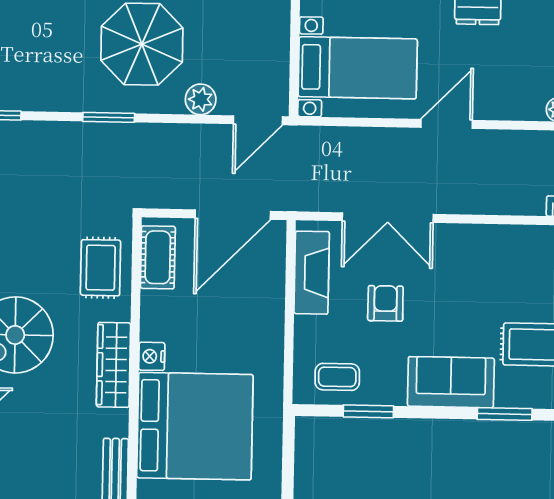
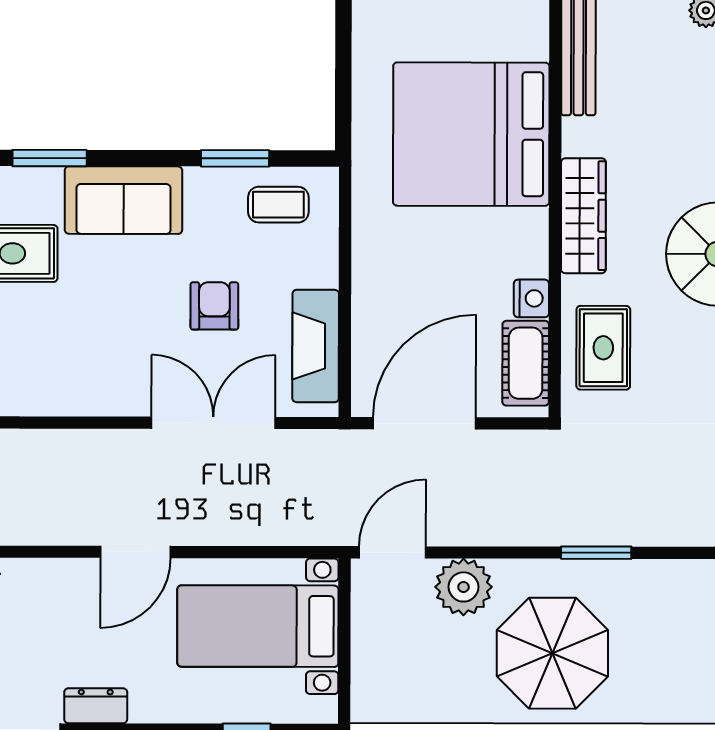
plant: (201, 99) -> (463, 587), width x1.36, depth x1.36
armchair: (385, 303) -> (214, 306), turned 180
nightstand: (152, 356) -> (531, 298), moved

